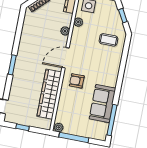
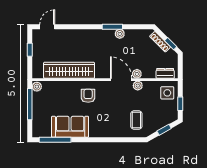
plant: (78, 22) -> (138, 86), moved
plant: (24, 40) -> (120, 34), added
door: (65, 58) -> (121, 80), moved
window: (12, 65) -> (112, 27), moved

